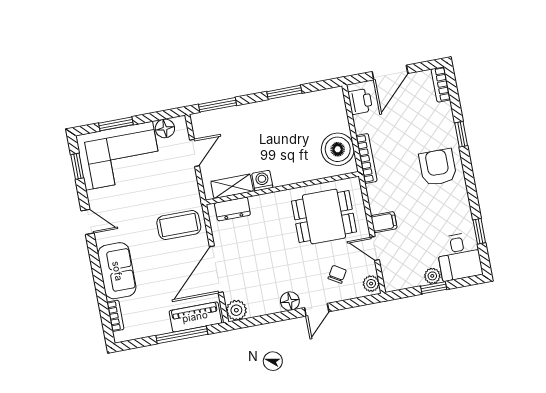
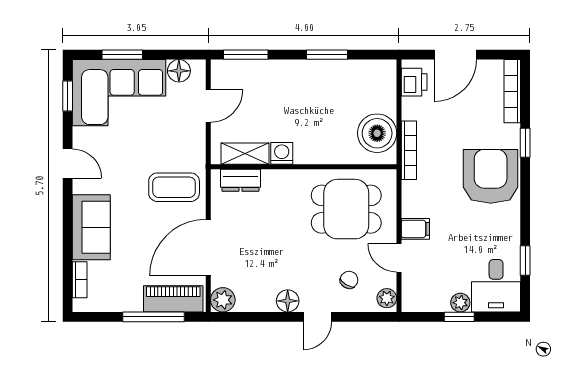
bookcase: (441, 84) -> (512, 91), width x1.56
armchair: (438, 167) -> (491, 176), width x1.36, depth x1.36

